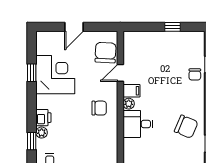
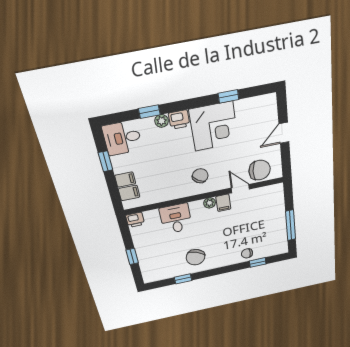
door: (74, 27) -> (284, 133), hinge flipped
window: (173, 27) -> (291, 225), width x2.17
corner desk: (55, 75) -> (214, 126), moved
chair: (99, 108) -> (200, 176), turned -145
desk: (138, 124) -> (176, 219), moved

